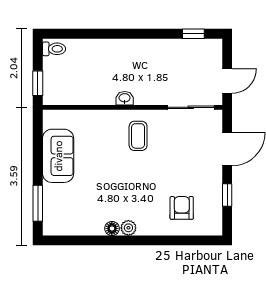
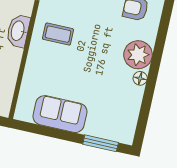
washbasin: (125, 98) -> (18, 31), width x1.91, depth x1.45
plant: (128, 228) -> (138, 55), width x1.87, depth x1.87

